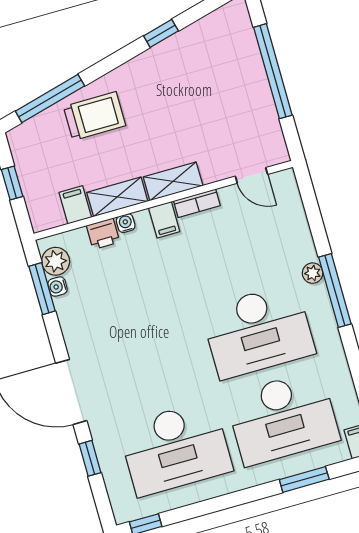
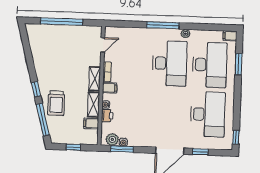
window: (161, 33) -> (36, 89), moved
trolley: (95, 116) -> (56, 103), turned 180
plant: (313, 273) -> (185, 34), moved

